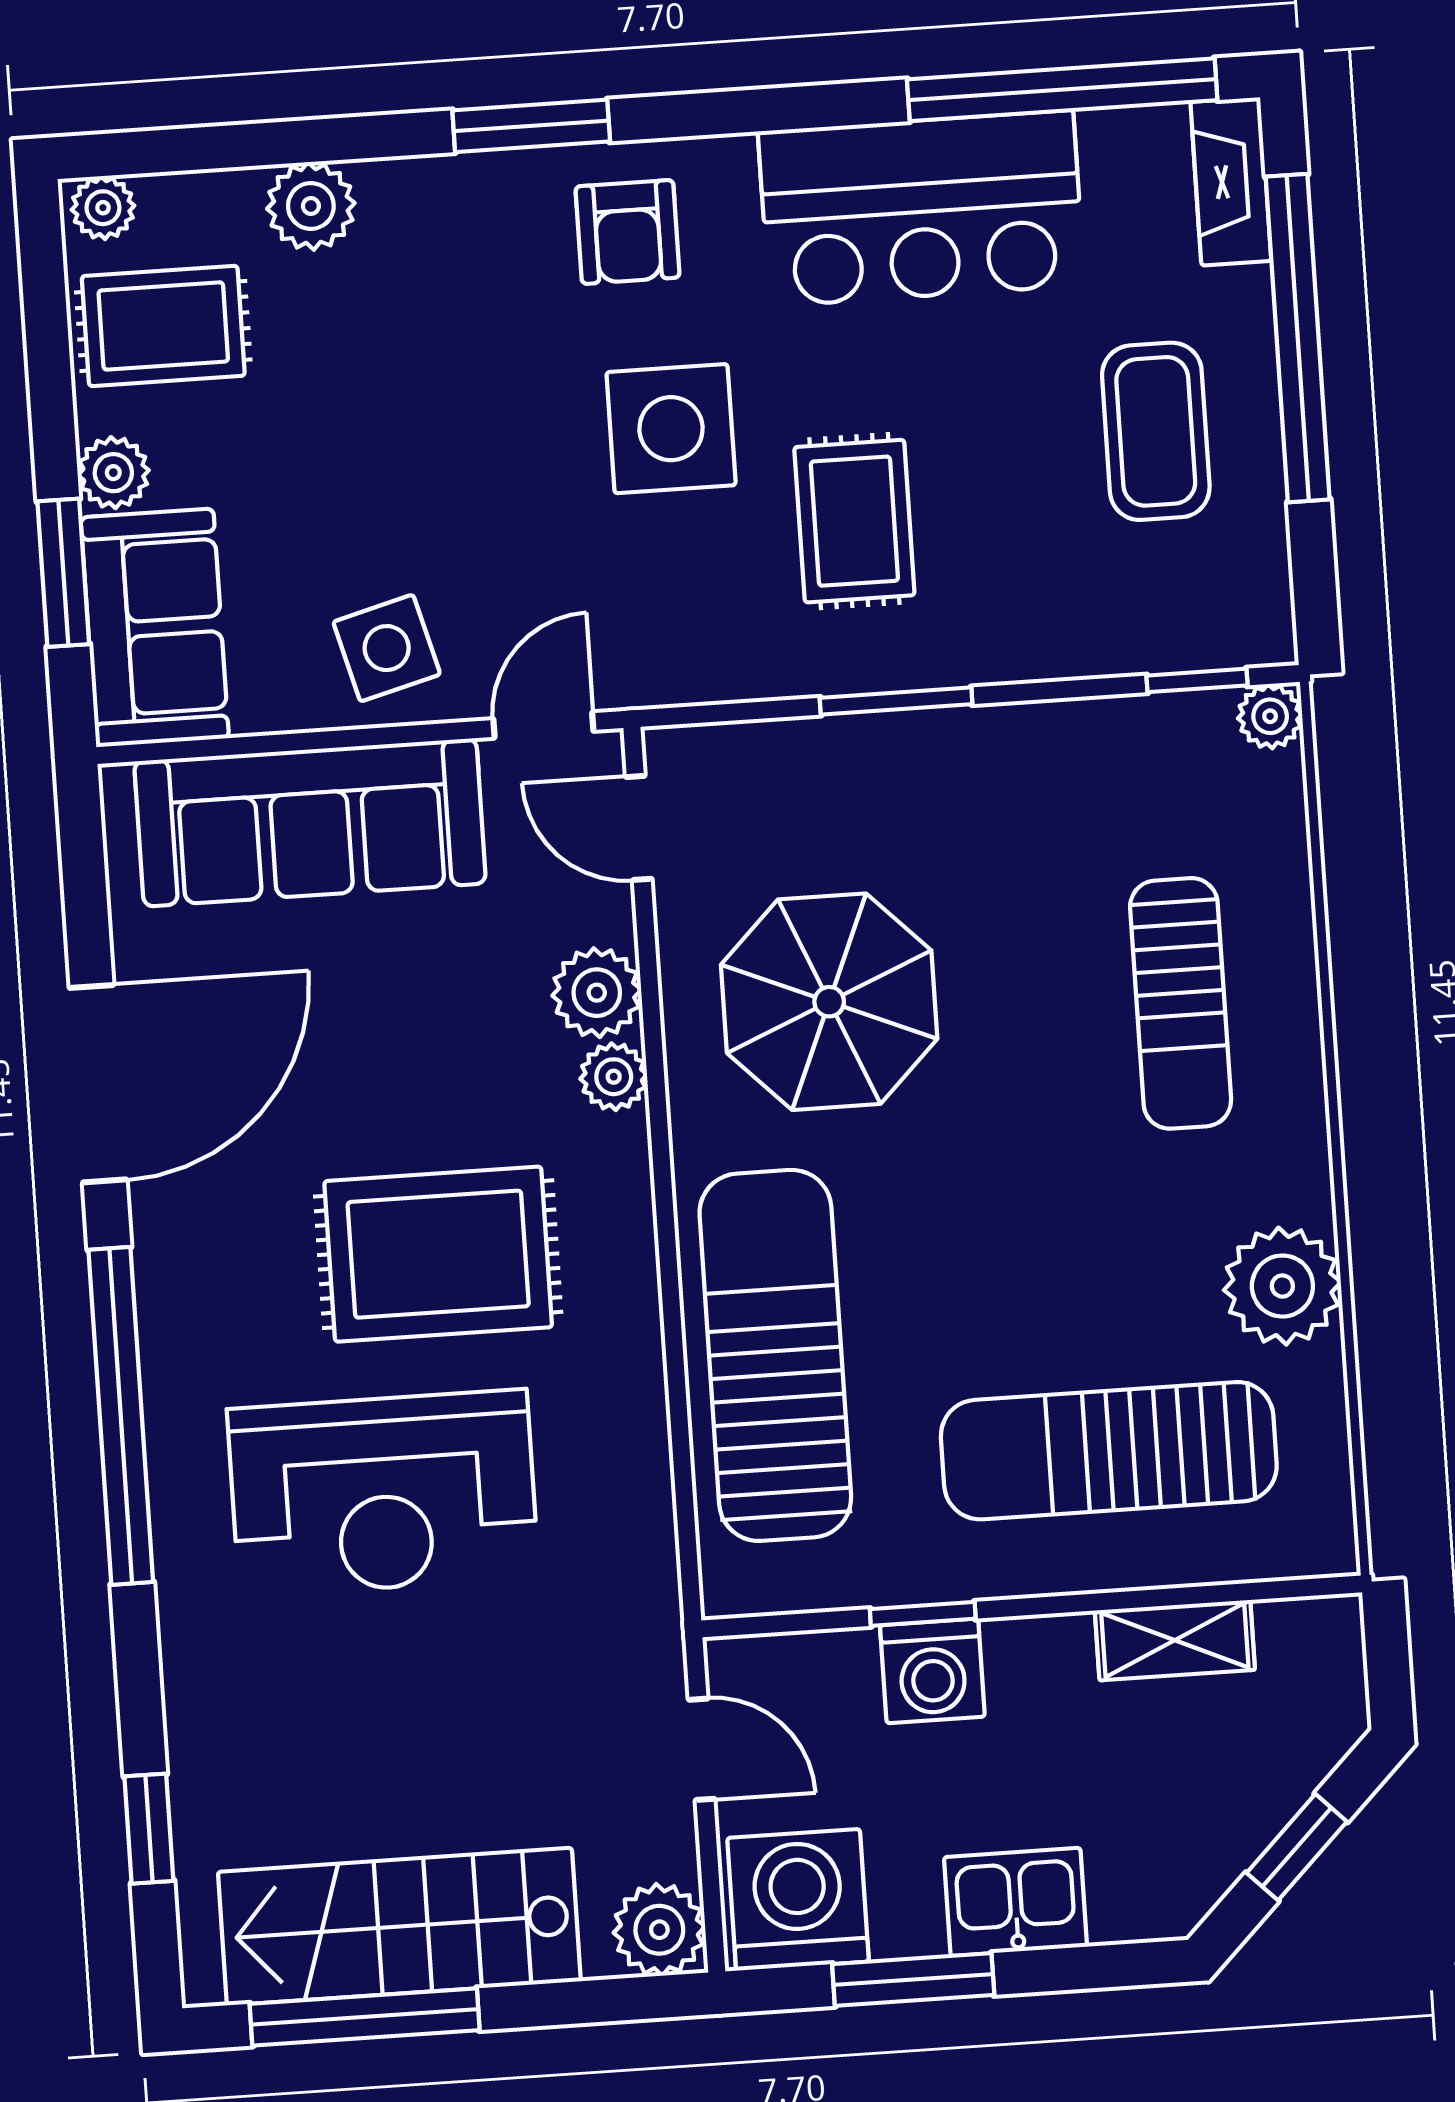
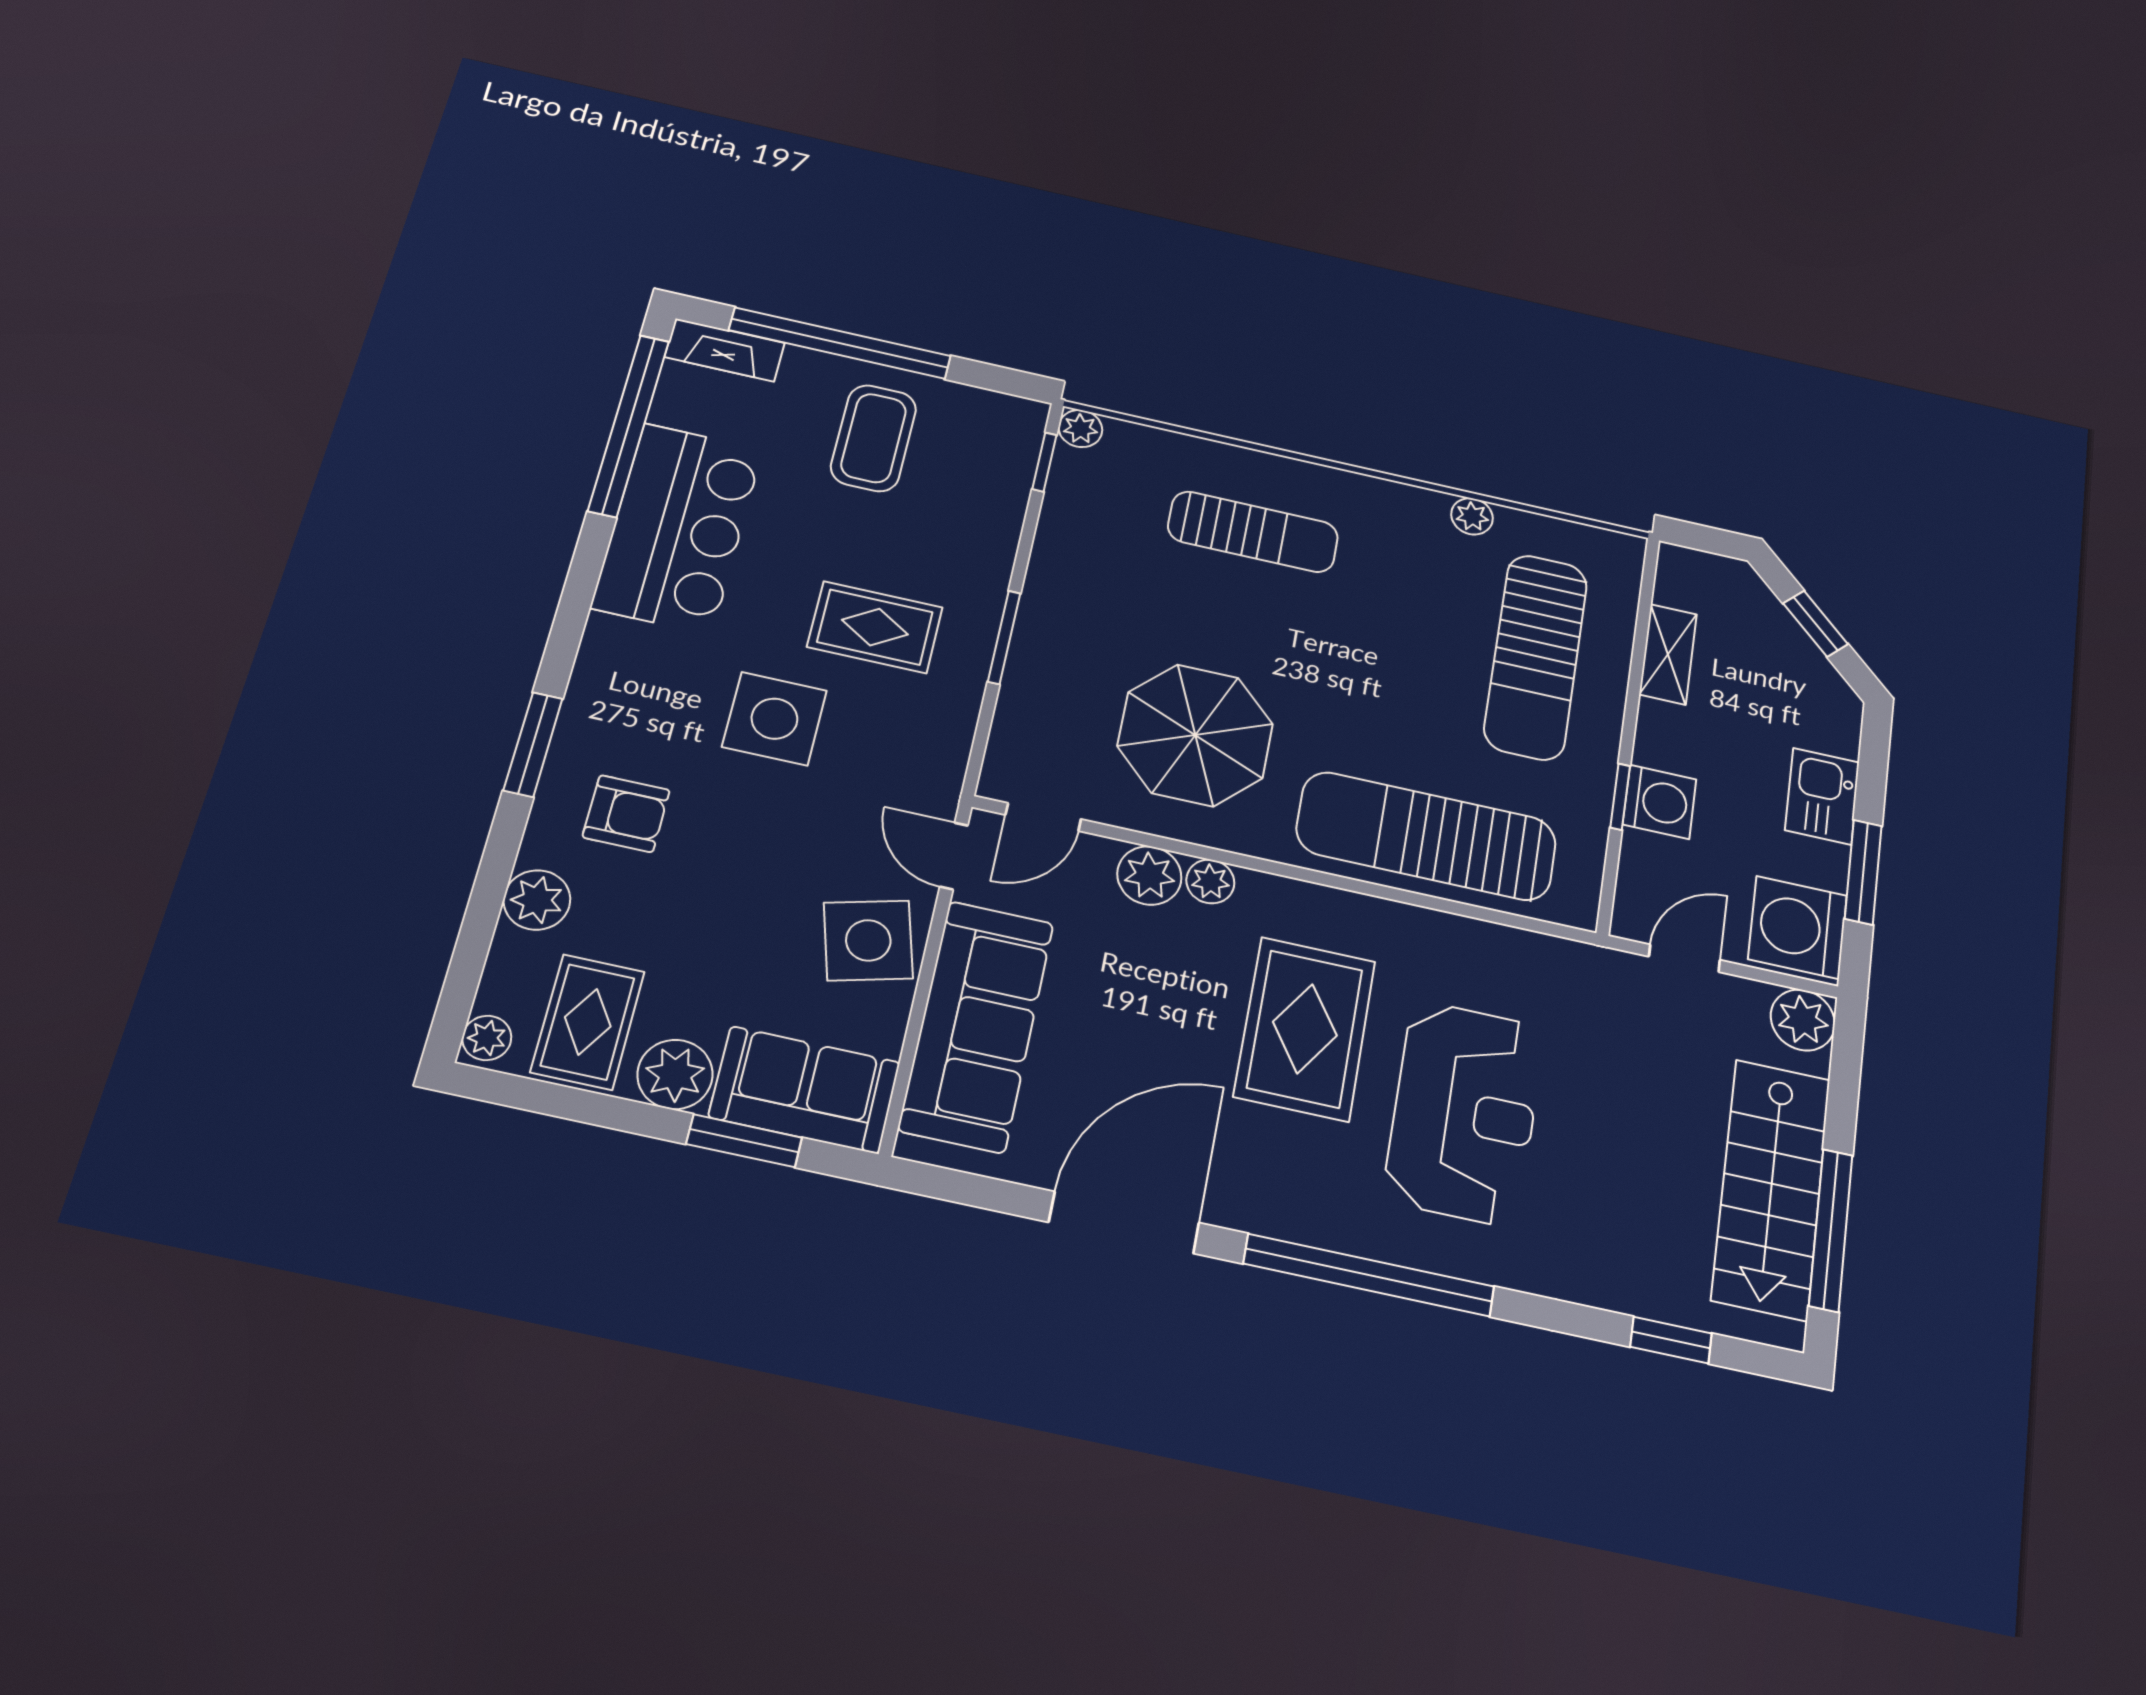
armchair: (627, 232) -> (626, 814), moved
coffee table: (1156, 431) -> (874, 438), turned 90
plant: (113, 473) -> (675, 1074), width x1.38, depth x1.38
side table: (387, 648) -> (868, 940), width x1.37, depth x1.37
door: (98, 1084) -> (1124, 1222), hinge flipped
plant: (1282, 1286) -> (1472, 516), width x0.53, depth x0.53

